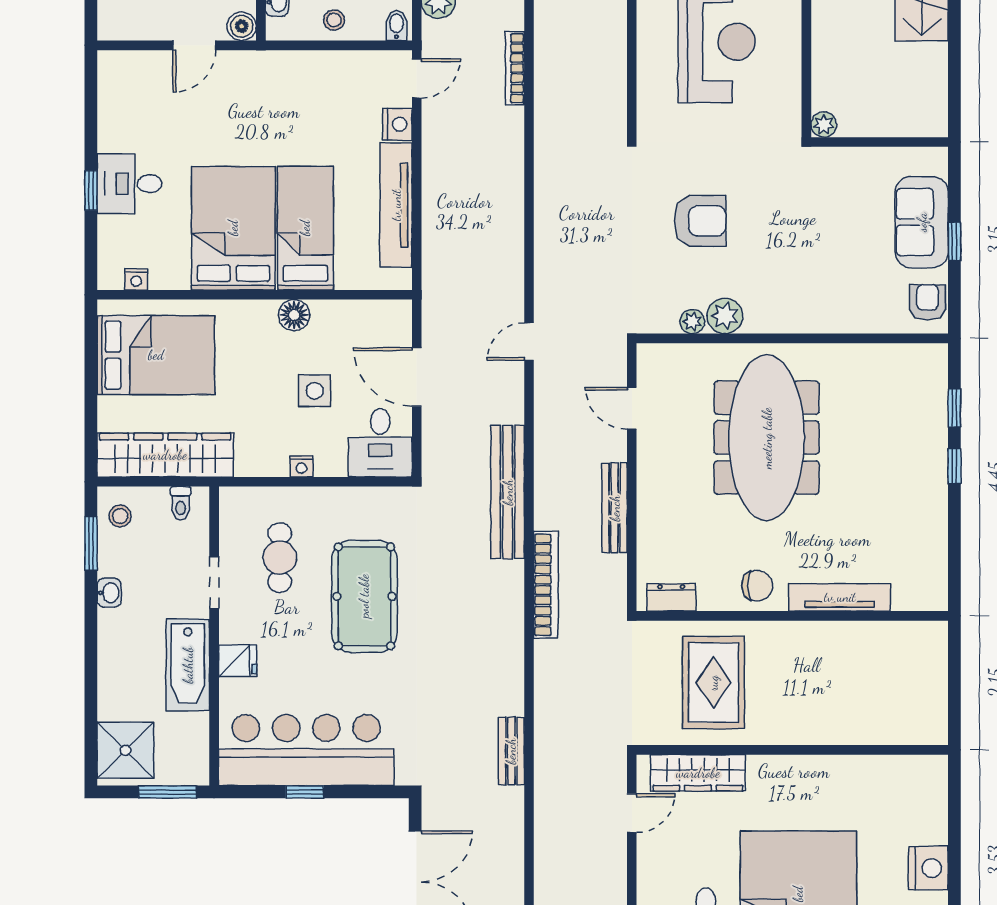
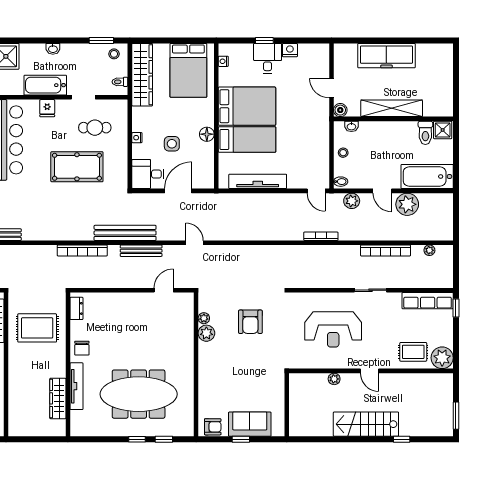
nightstand: (397, 124) -> (290, 50), moved, turned 180
plant: (824, 125) -> (334, 379), moved
meeting table: (767, 438) -> (139, 394), moved
bench: (615, 508) -> (141, 251), moved
washbasin: (109, 593) -> (53, 49), moved
wardrobe: (866, 638) -> (58, 398), added

